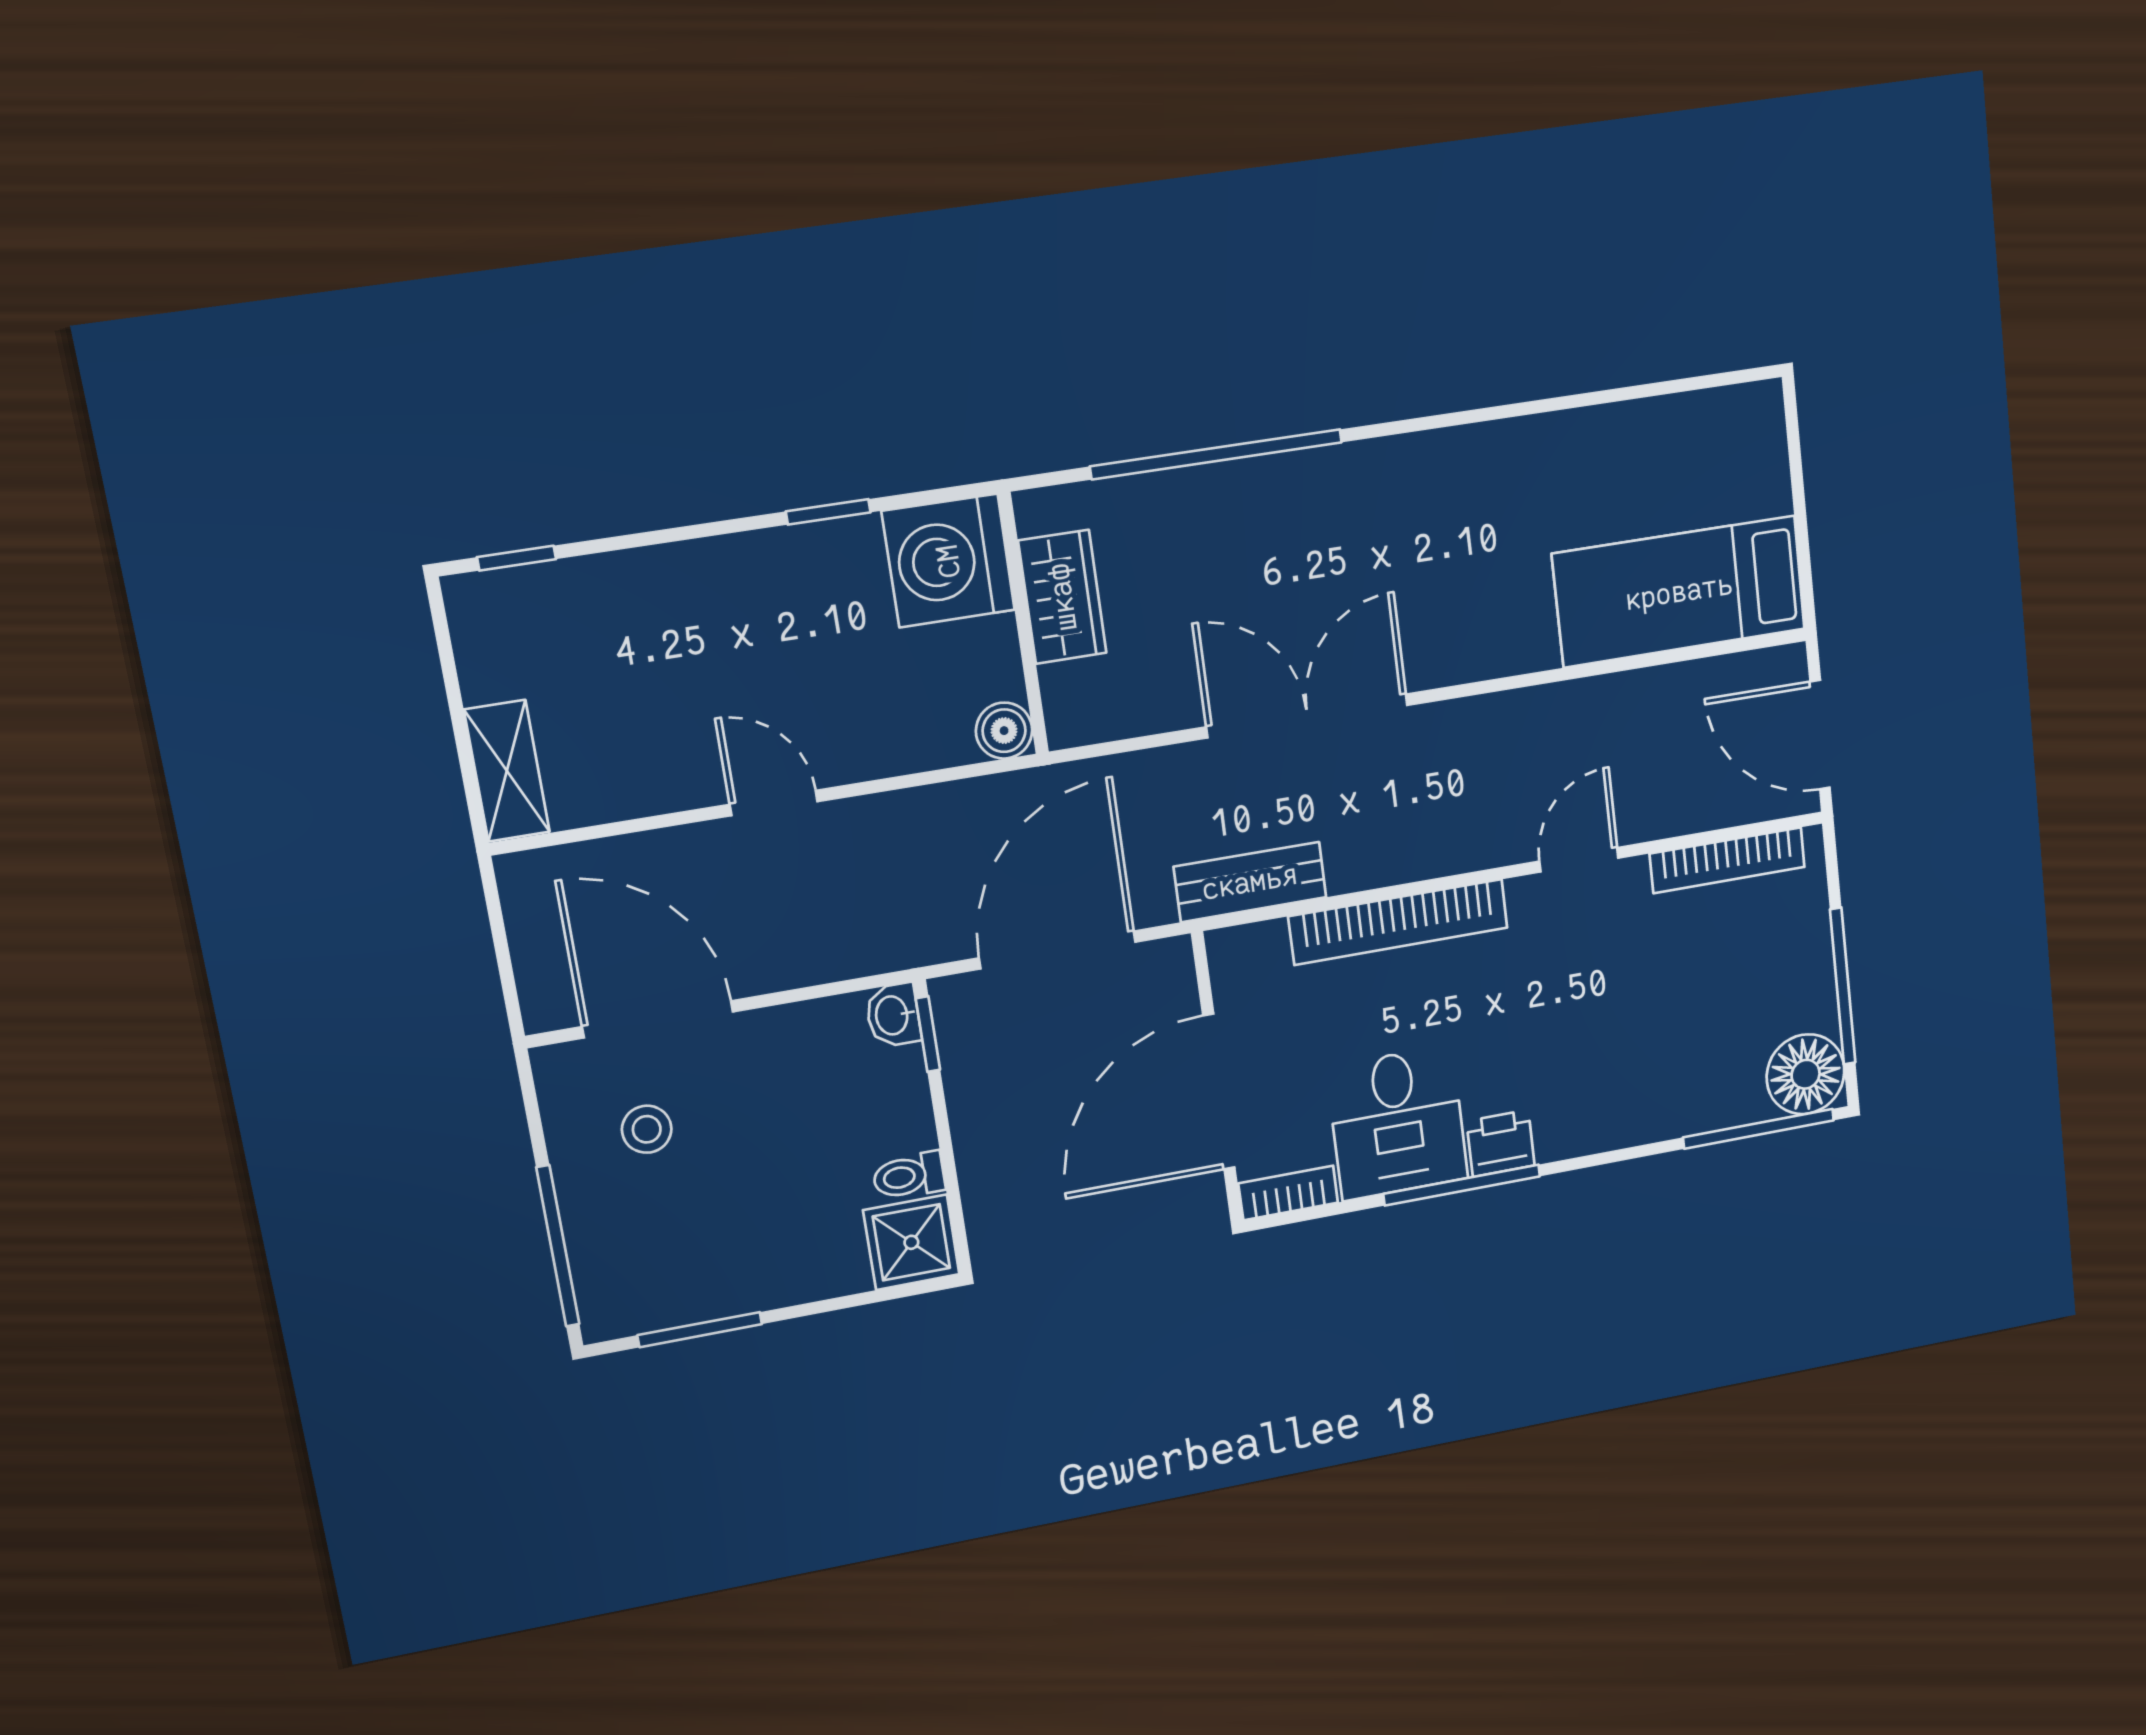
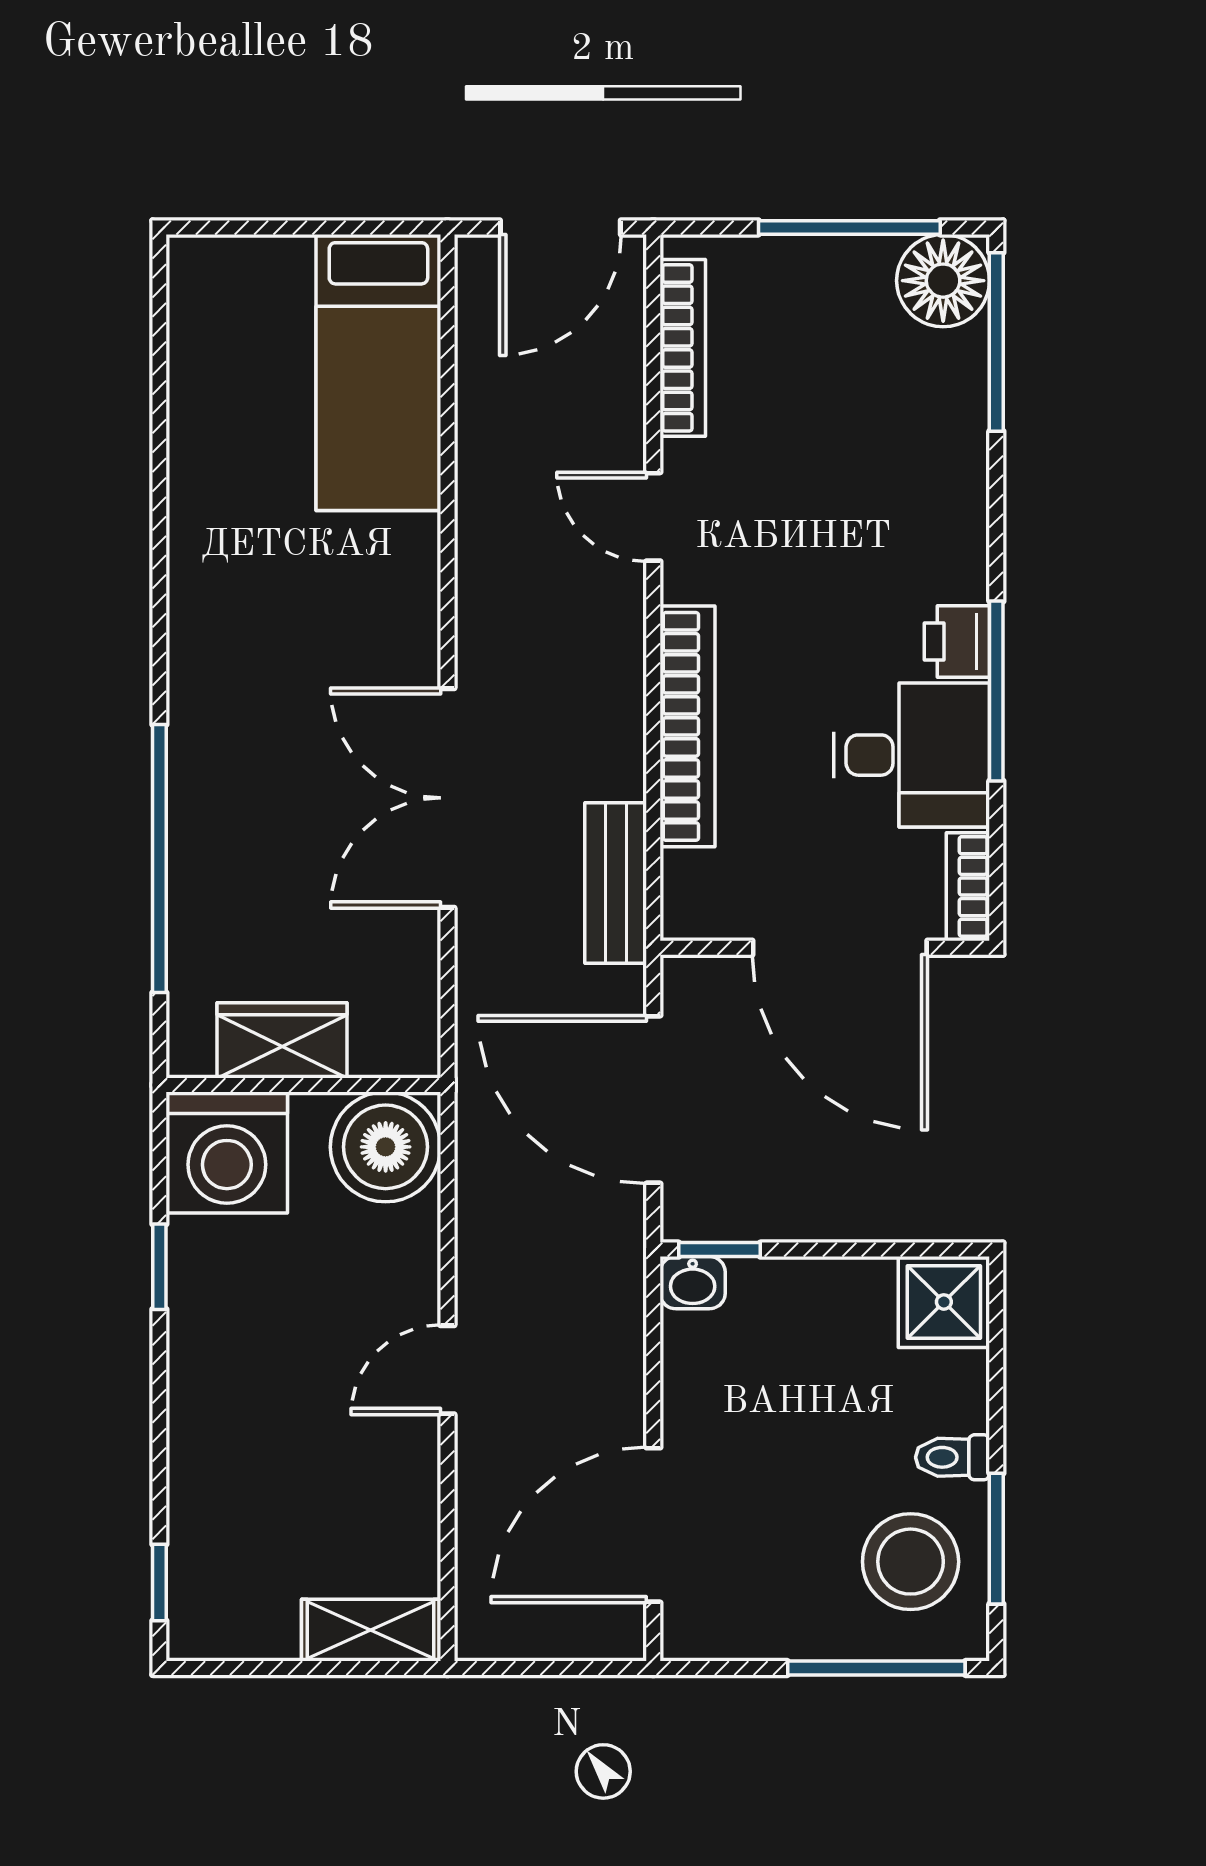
boiler: (1004, 731) -> (386, 1147), width x1.86, depth x1.86
stool: (647, 1129) -> (911, 1562), moved, width x1.89, depth x1.89
toilet: (909, 1176) -> (952, 1457), moved, turned 90

